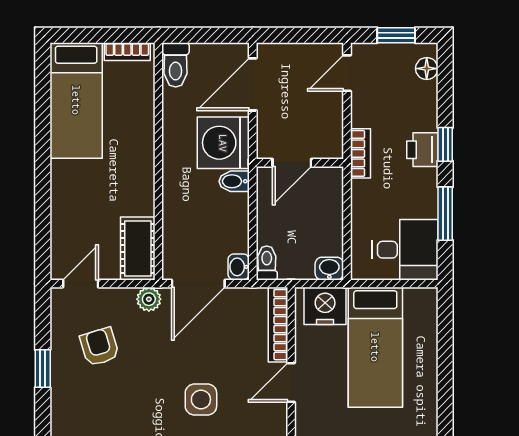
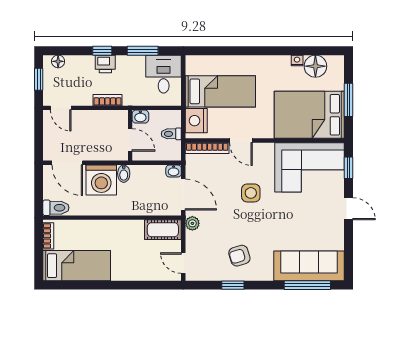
door: (292, 163) -> (130, 140), moved
wall: (300, 163) -> (130, 135), moved
toilet: (267, 263) -> (171, 134), moved
washbasin: (329, 269) -> (140, 117), moved, turned -90
armchair: (99, 347) -> (239, 256), moved

